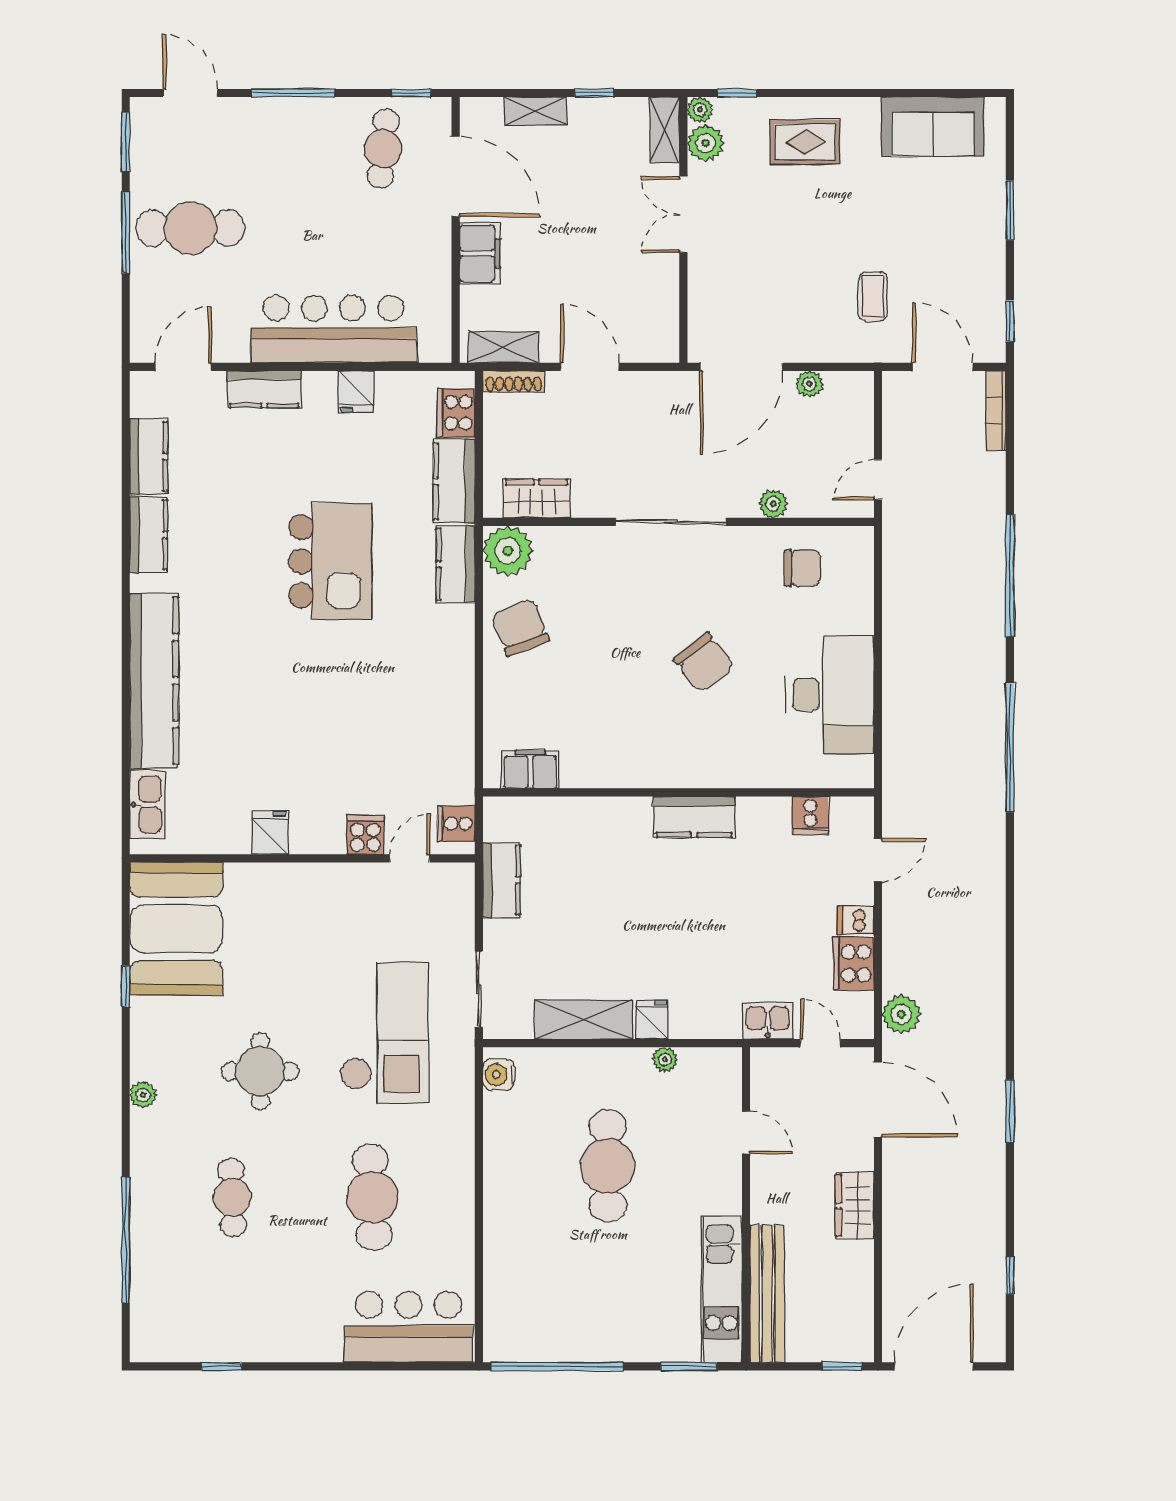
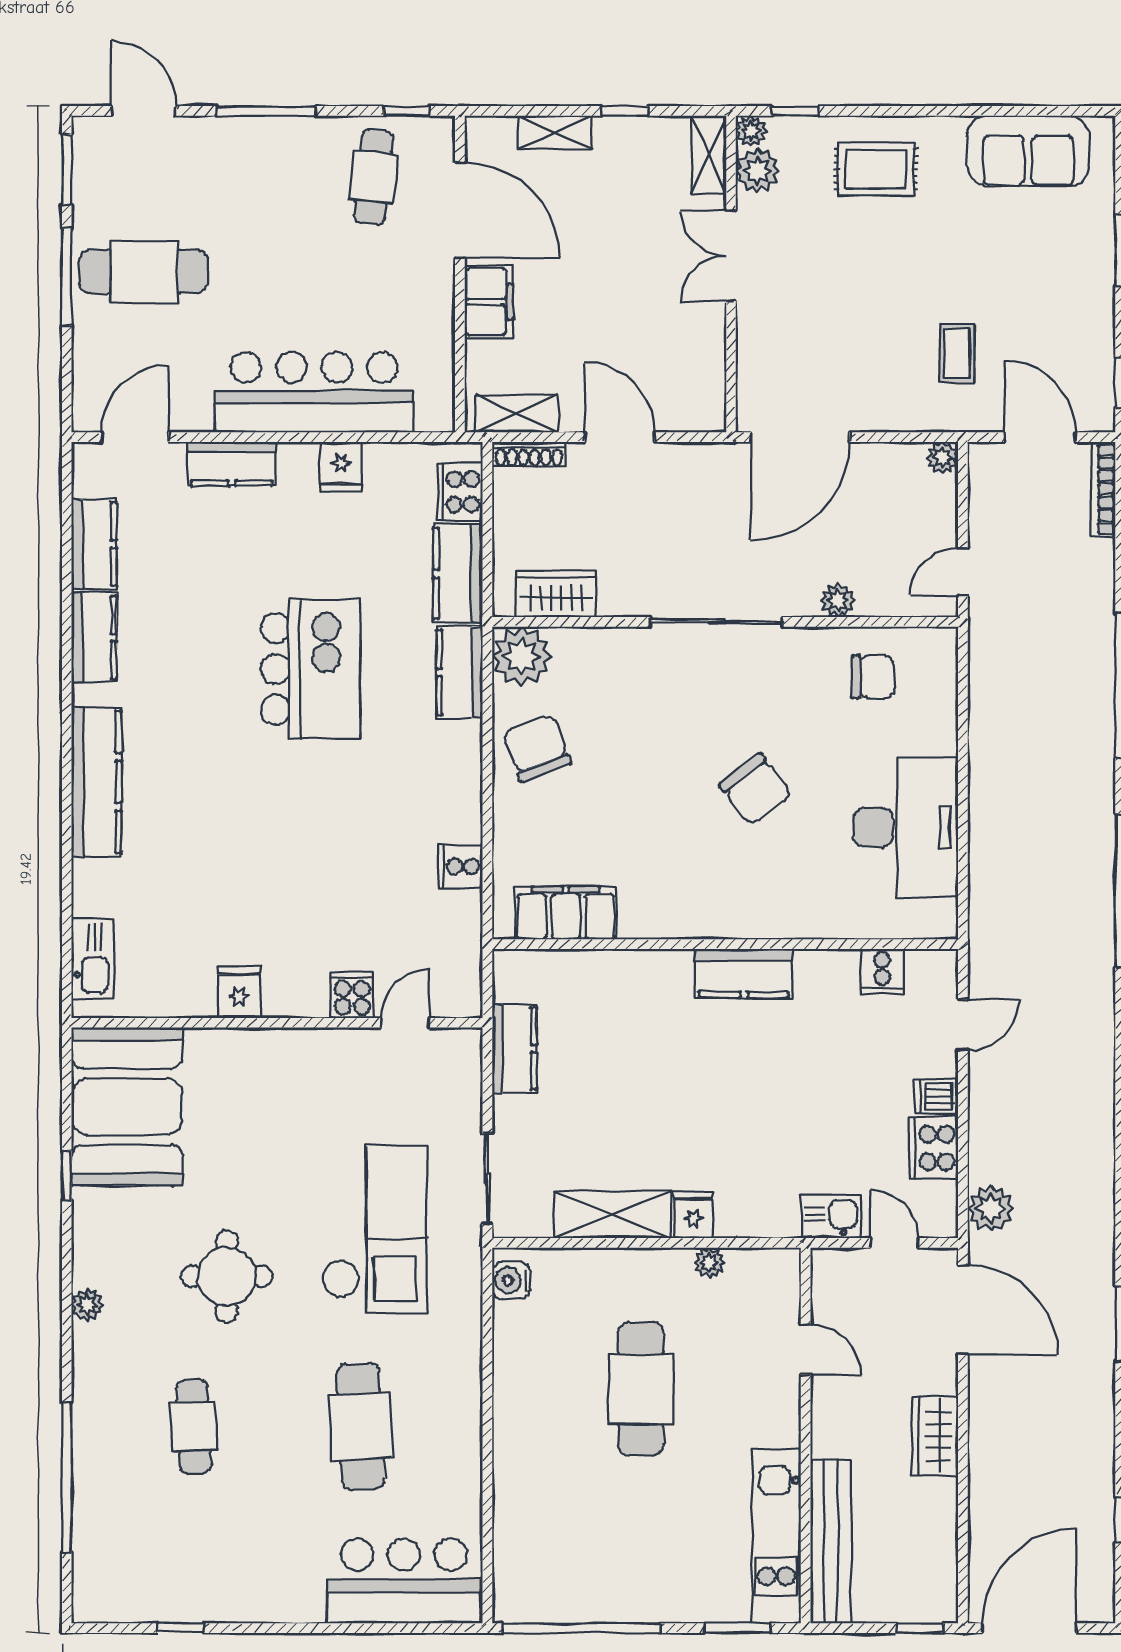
plant: (809, 384) -> (942, 458), moved
kitchen counter: (154, 681) -> (96, 782), width x0.72, depth x0.86
filing cabinet: (530, 769) -> (566, 913), width x1.50, depth x1.17
cooker: (456, 824) -> (460, 866), moved

